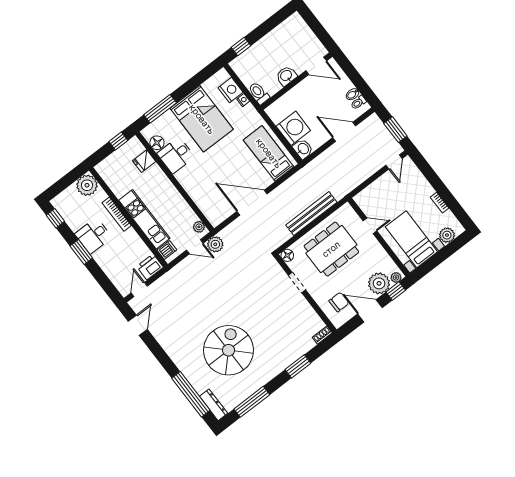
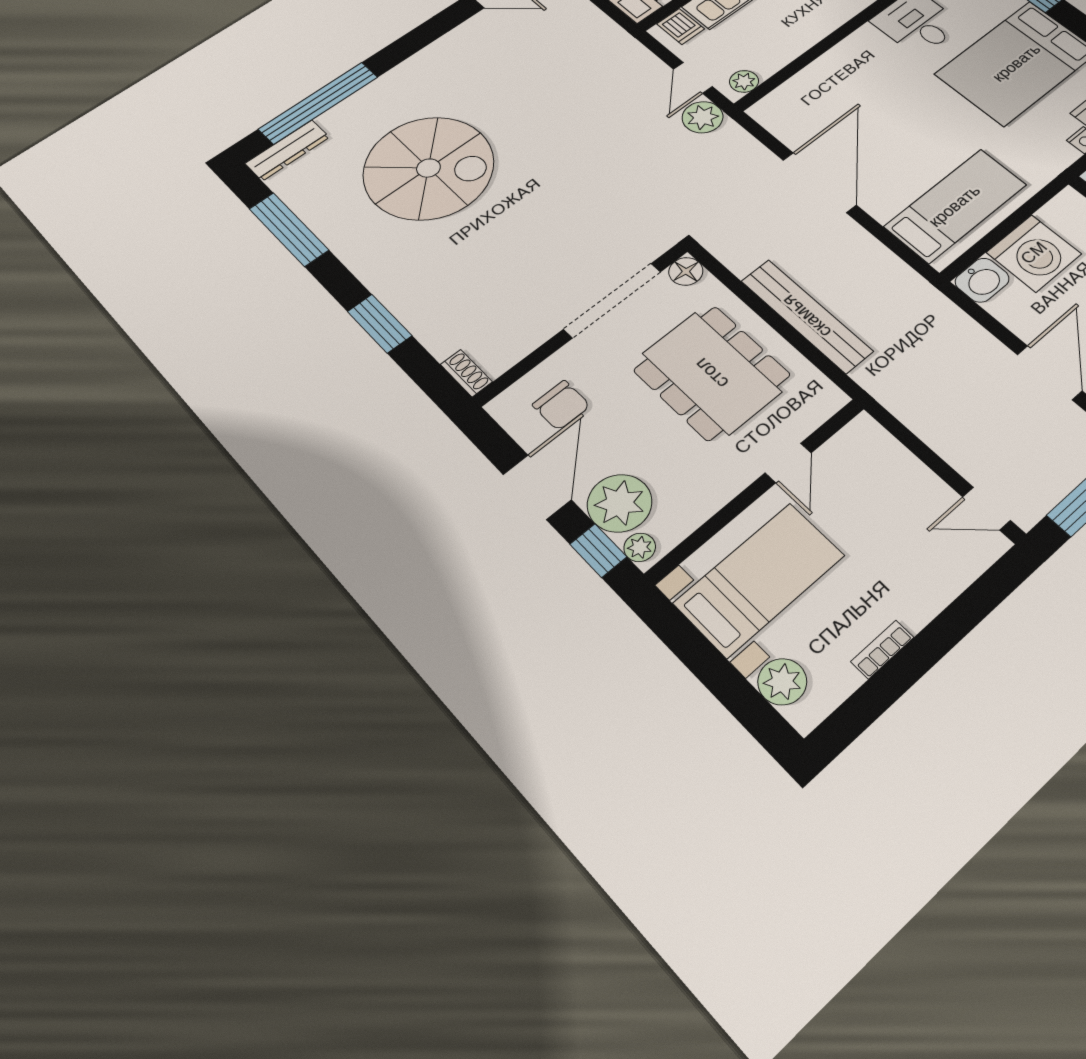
doorway: (297, 283) -> (612, 300), width x1.88

